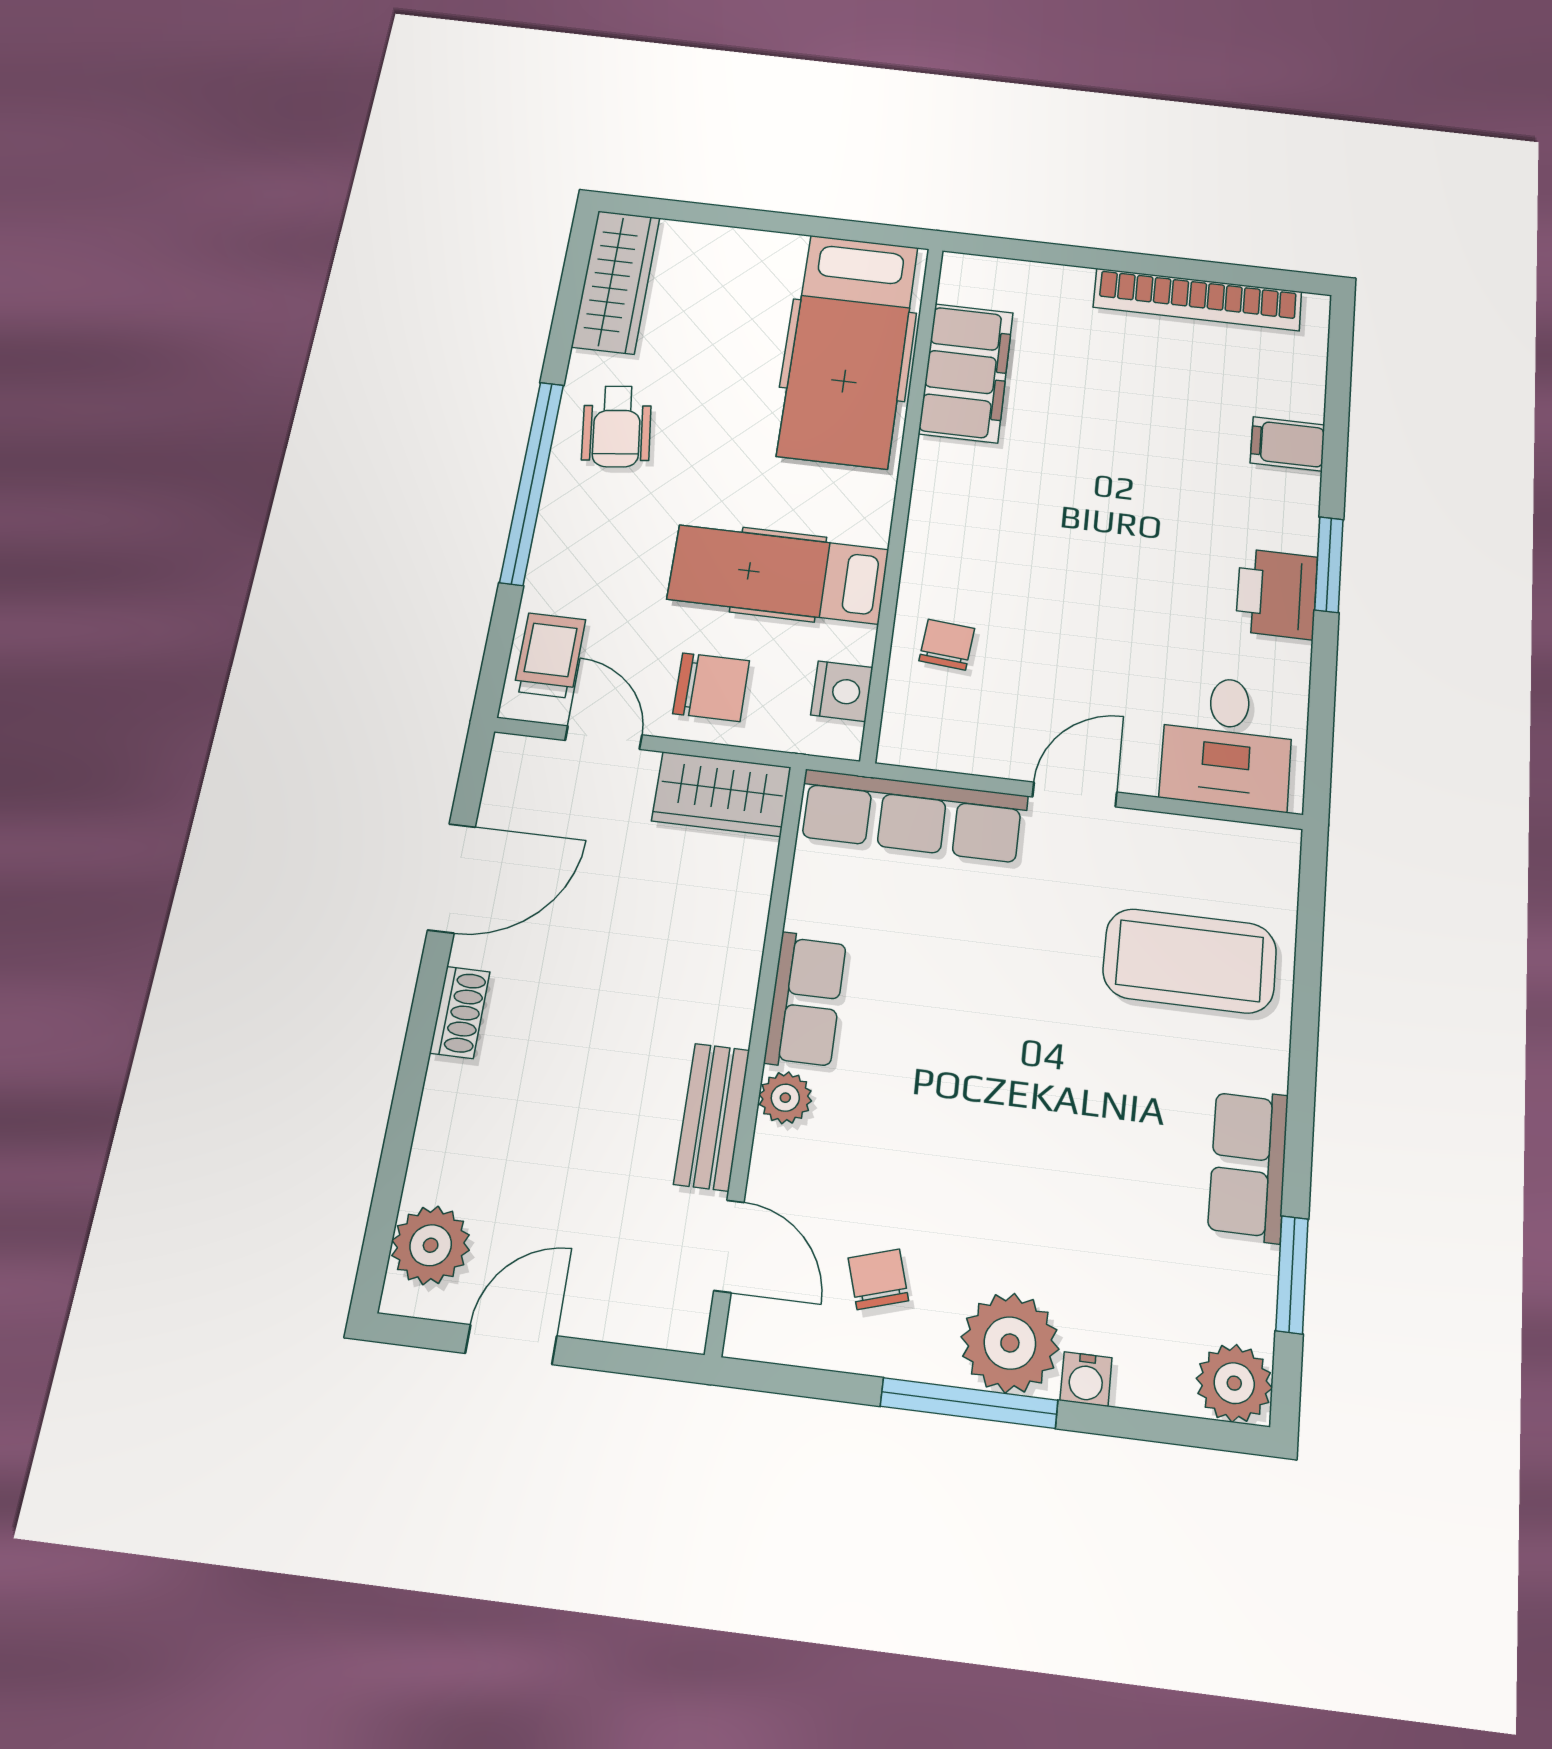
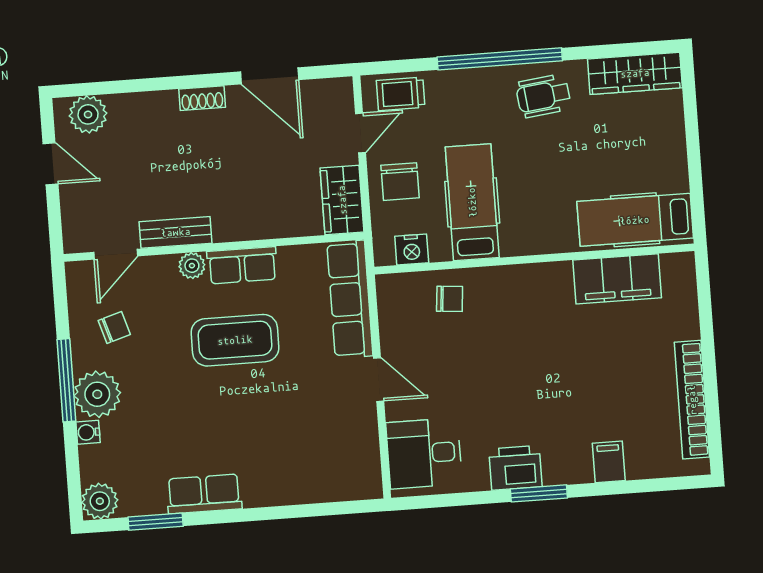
hospital bed: (848, 350) -> (635, 220), width x0.73, depth x0.78
trolley: (550, 655) -> (401, 94), turned 180
coffee table: (1190, 961) -> (235, 340), moved, turned 90

